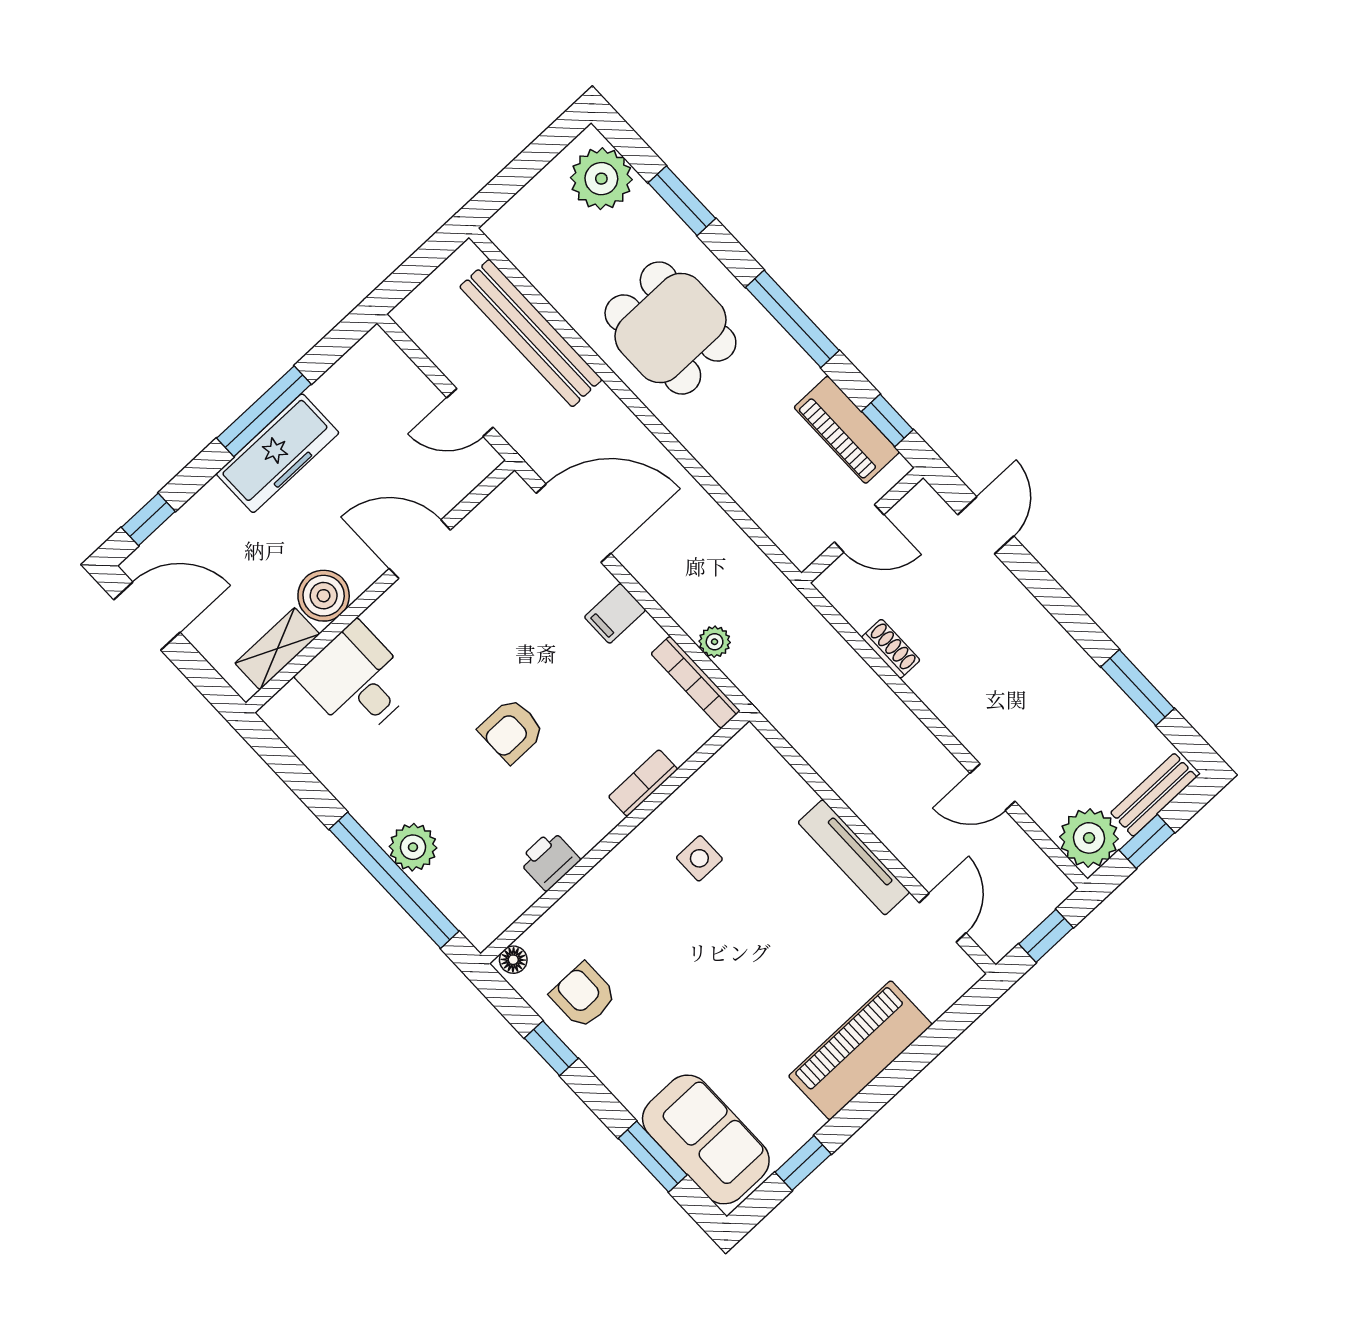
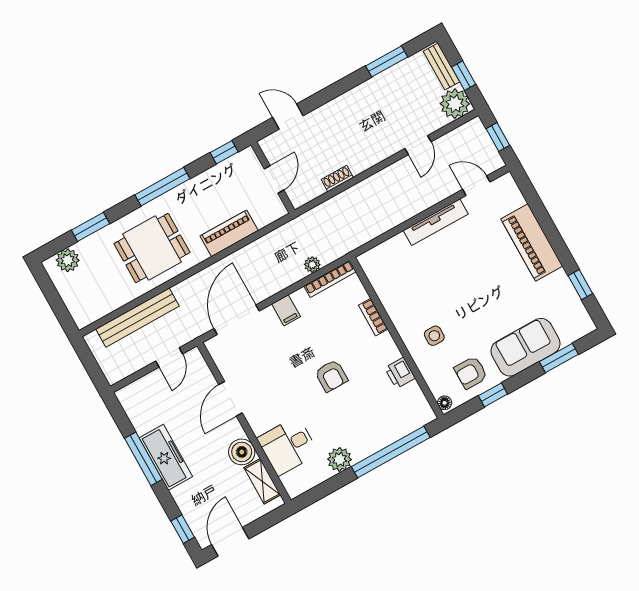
plant: (601, 179) -> (68, 260), width x0.73, depth x0.73
piano: (847, 430) -> (229, 233), moved, turned 180
plant: (413, 847) -> (340, 459), moved
side table: (699, 858) -> (434, 336), moved
sofa: (706, 1139) -> (525, 347), moved

